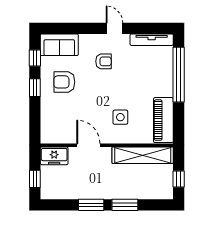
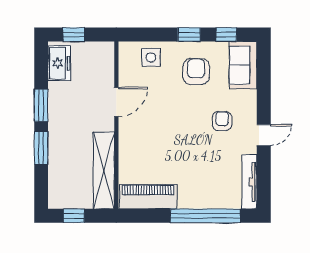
armchair: (103, 61) -> (222, 121), turned 180
side table: (120, 117) -> (151, 57), moved
freezer: (54, 156) -> (59, 63), moved, turned 180

